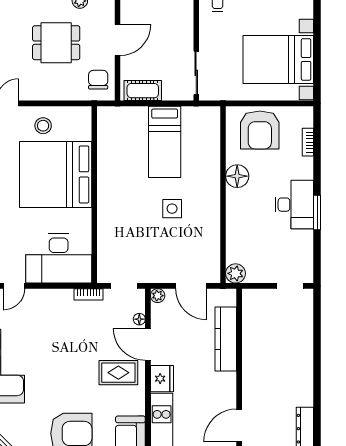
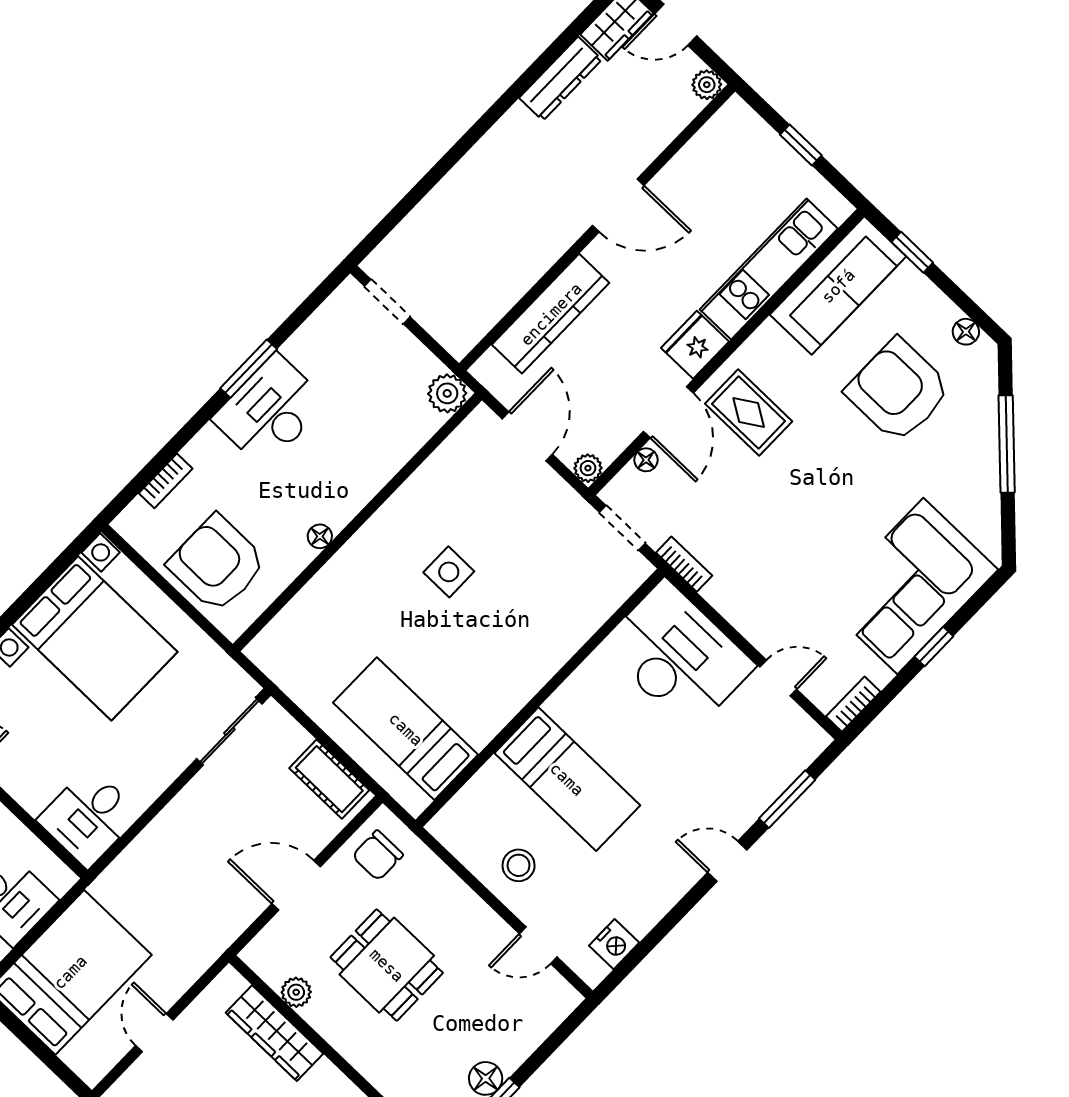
armchair: (260, 130) -> (217, 564), turned -90
bed: (165, 142) -> (406, 729), moved, turned -90
bed: (56, 174) -> (567, 779), width x0.49
floor lamp: (237, 176) -> (320, 536), width x0.53, depth x0.53
door: (239, 426) -> (618, 205), moved

